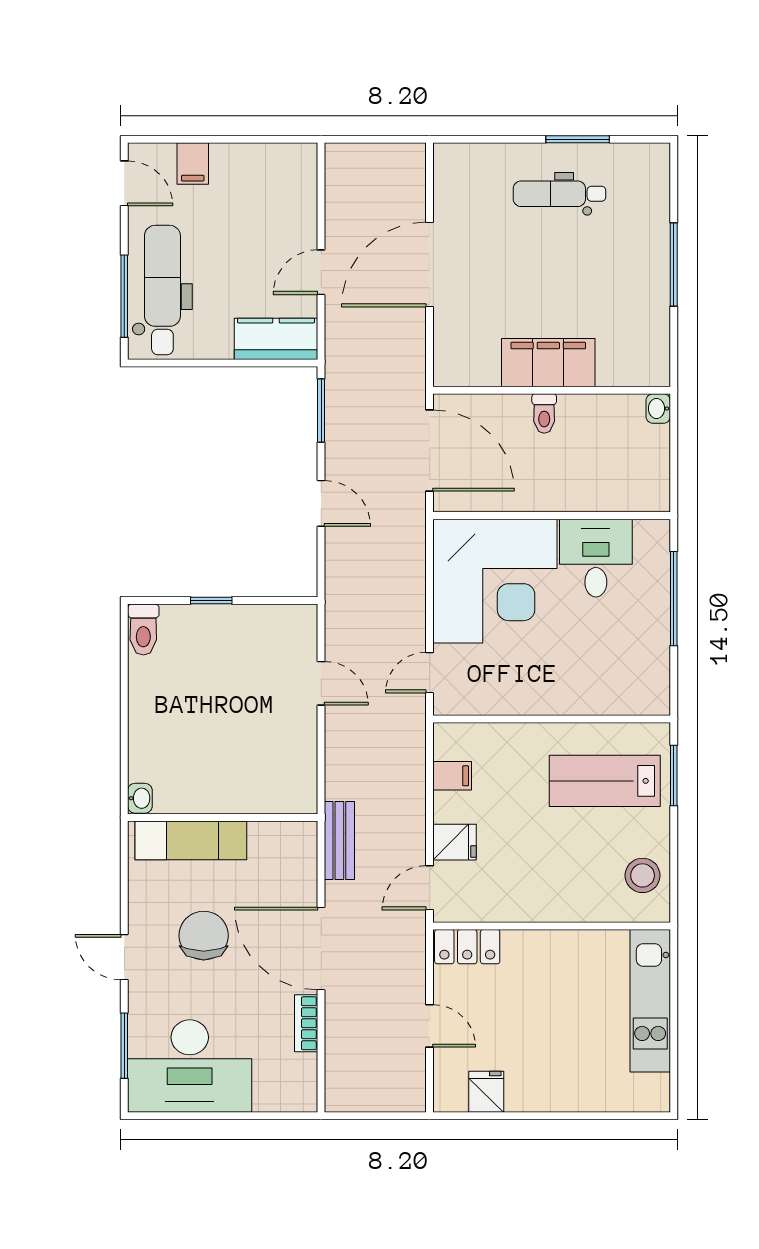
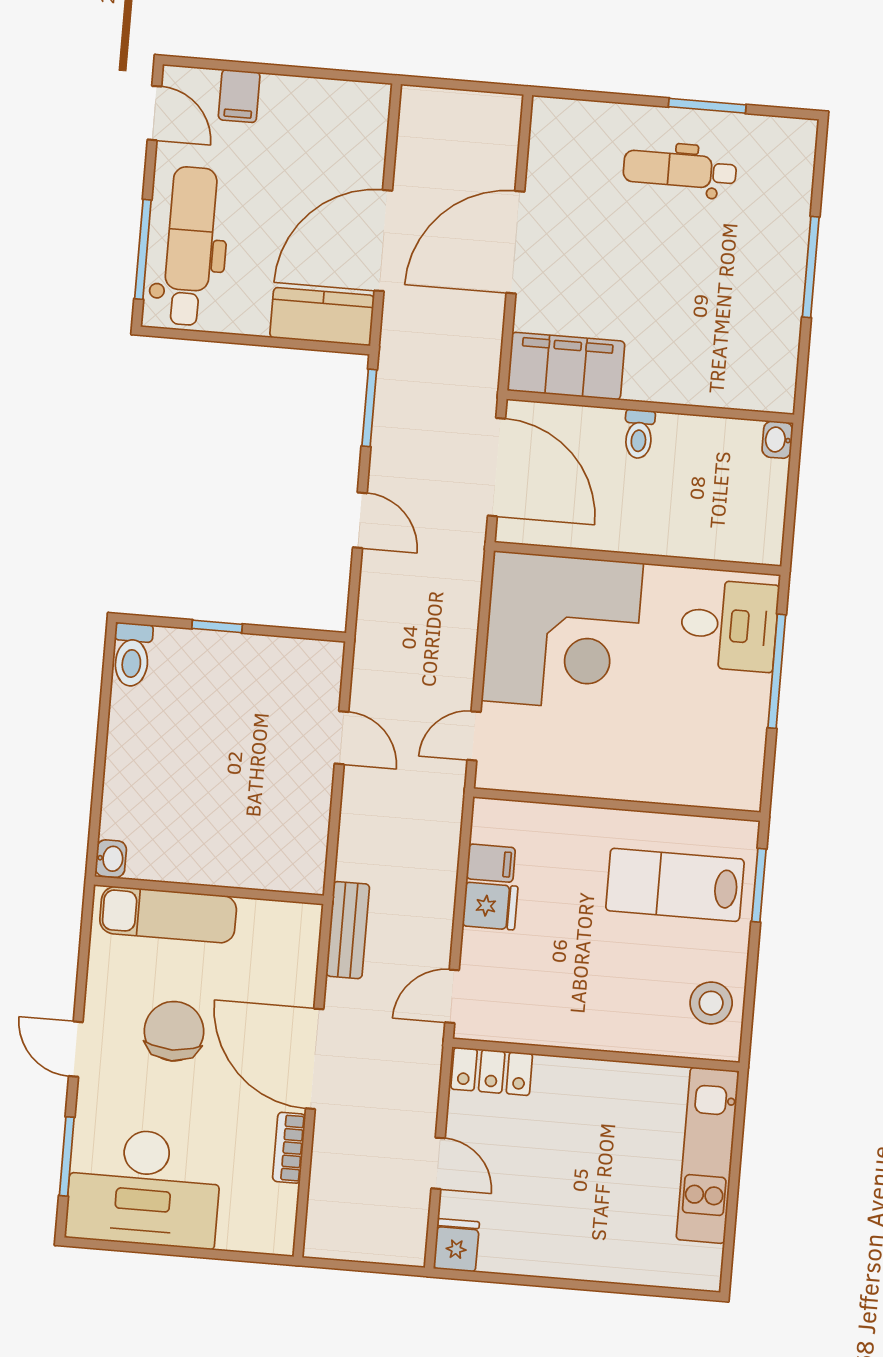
door: (321, 272) -> (383, 241), width x1.88
filing cabinet: (548, 363) -> (566, 366), moved
desk: (596, 558) -> (729, 625), moved, turned 90
fridge: (454, 842) -> (490, 906), moved
fridge: (486, 1092) -> (456, 1245), moved

